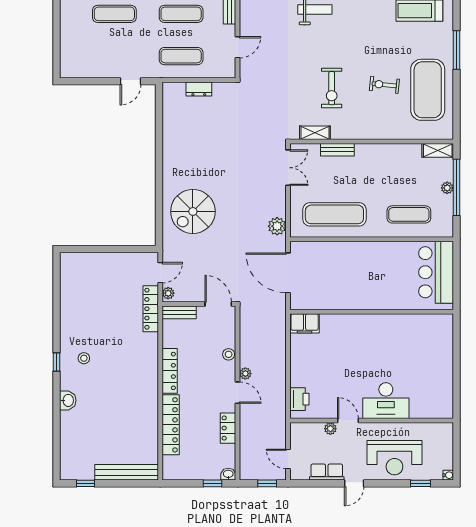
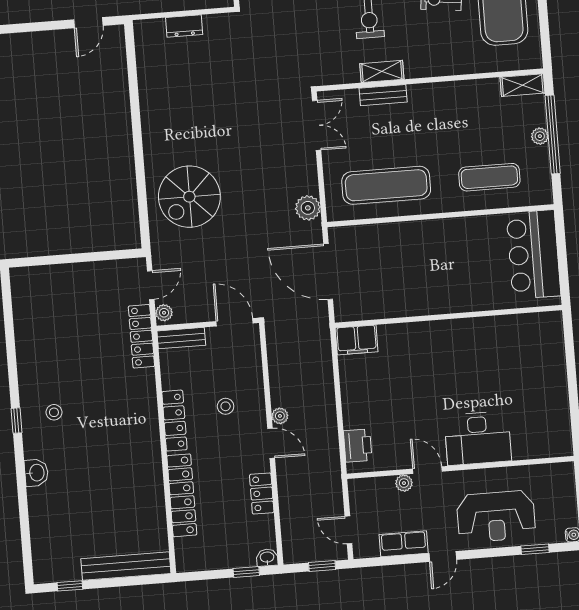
shelving: (315, 133) -> (382, 71), moved
stool: (229, 354) -> (226, 406), moved

